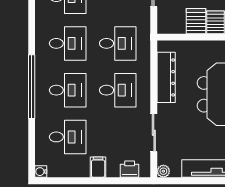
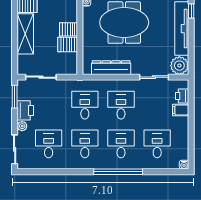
filing cabinet: (98, 167) -> (181, 110), moved
plant: (163, 171) -> (179, 66), width x1.88, depth x1.88

